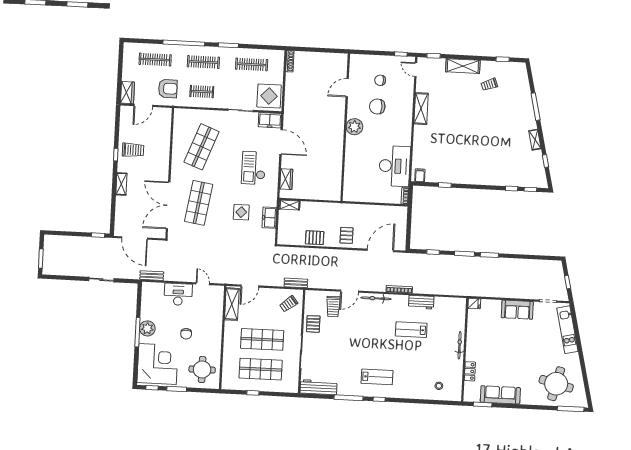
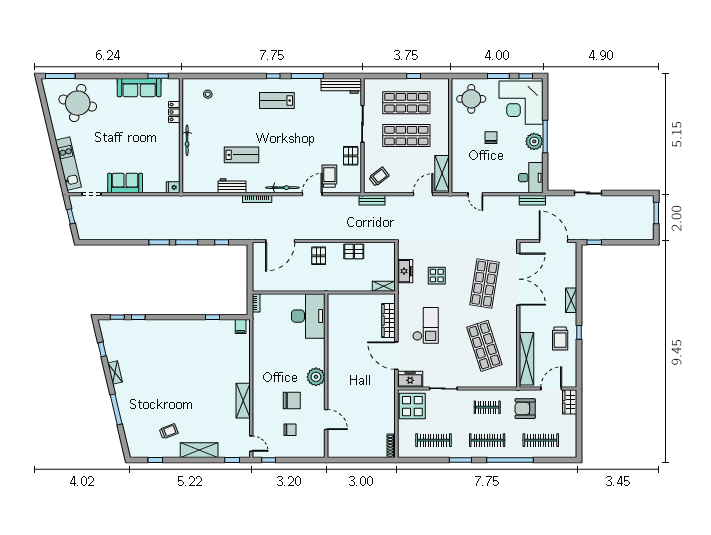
door: (347, 88) -> (326, 420), hinge flipped
shelving: (164, 133) -> (527, 359), added
shop shelf: (201, 147) -> (484, 346), turned -39
trolley: (133, 150) -> (560, 339), turned -90
desk: (395, 166) -> (308, 316), moved, turned 180
wardrobe: (286, 179) -> (389, 321), width x1.50
desk: (178, 294) -> (531, 178), moved, turned -90

